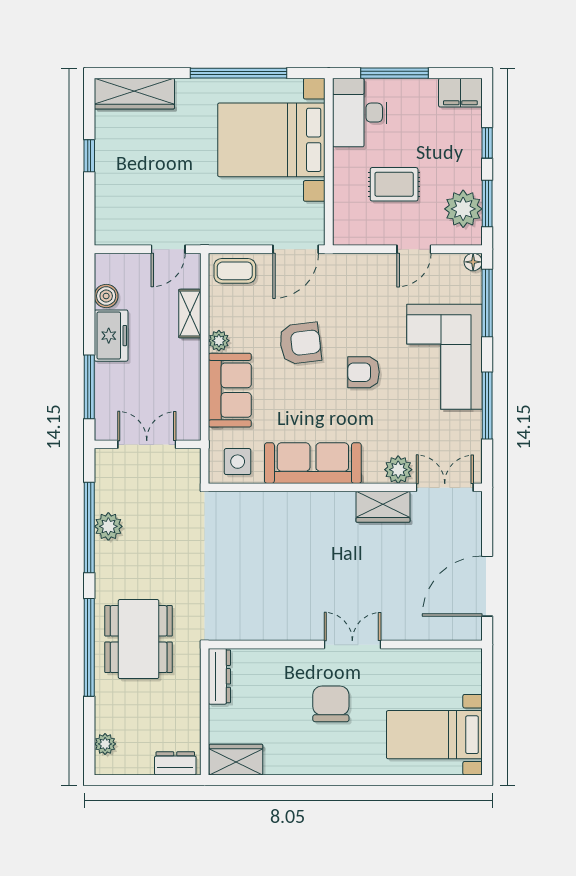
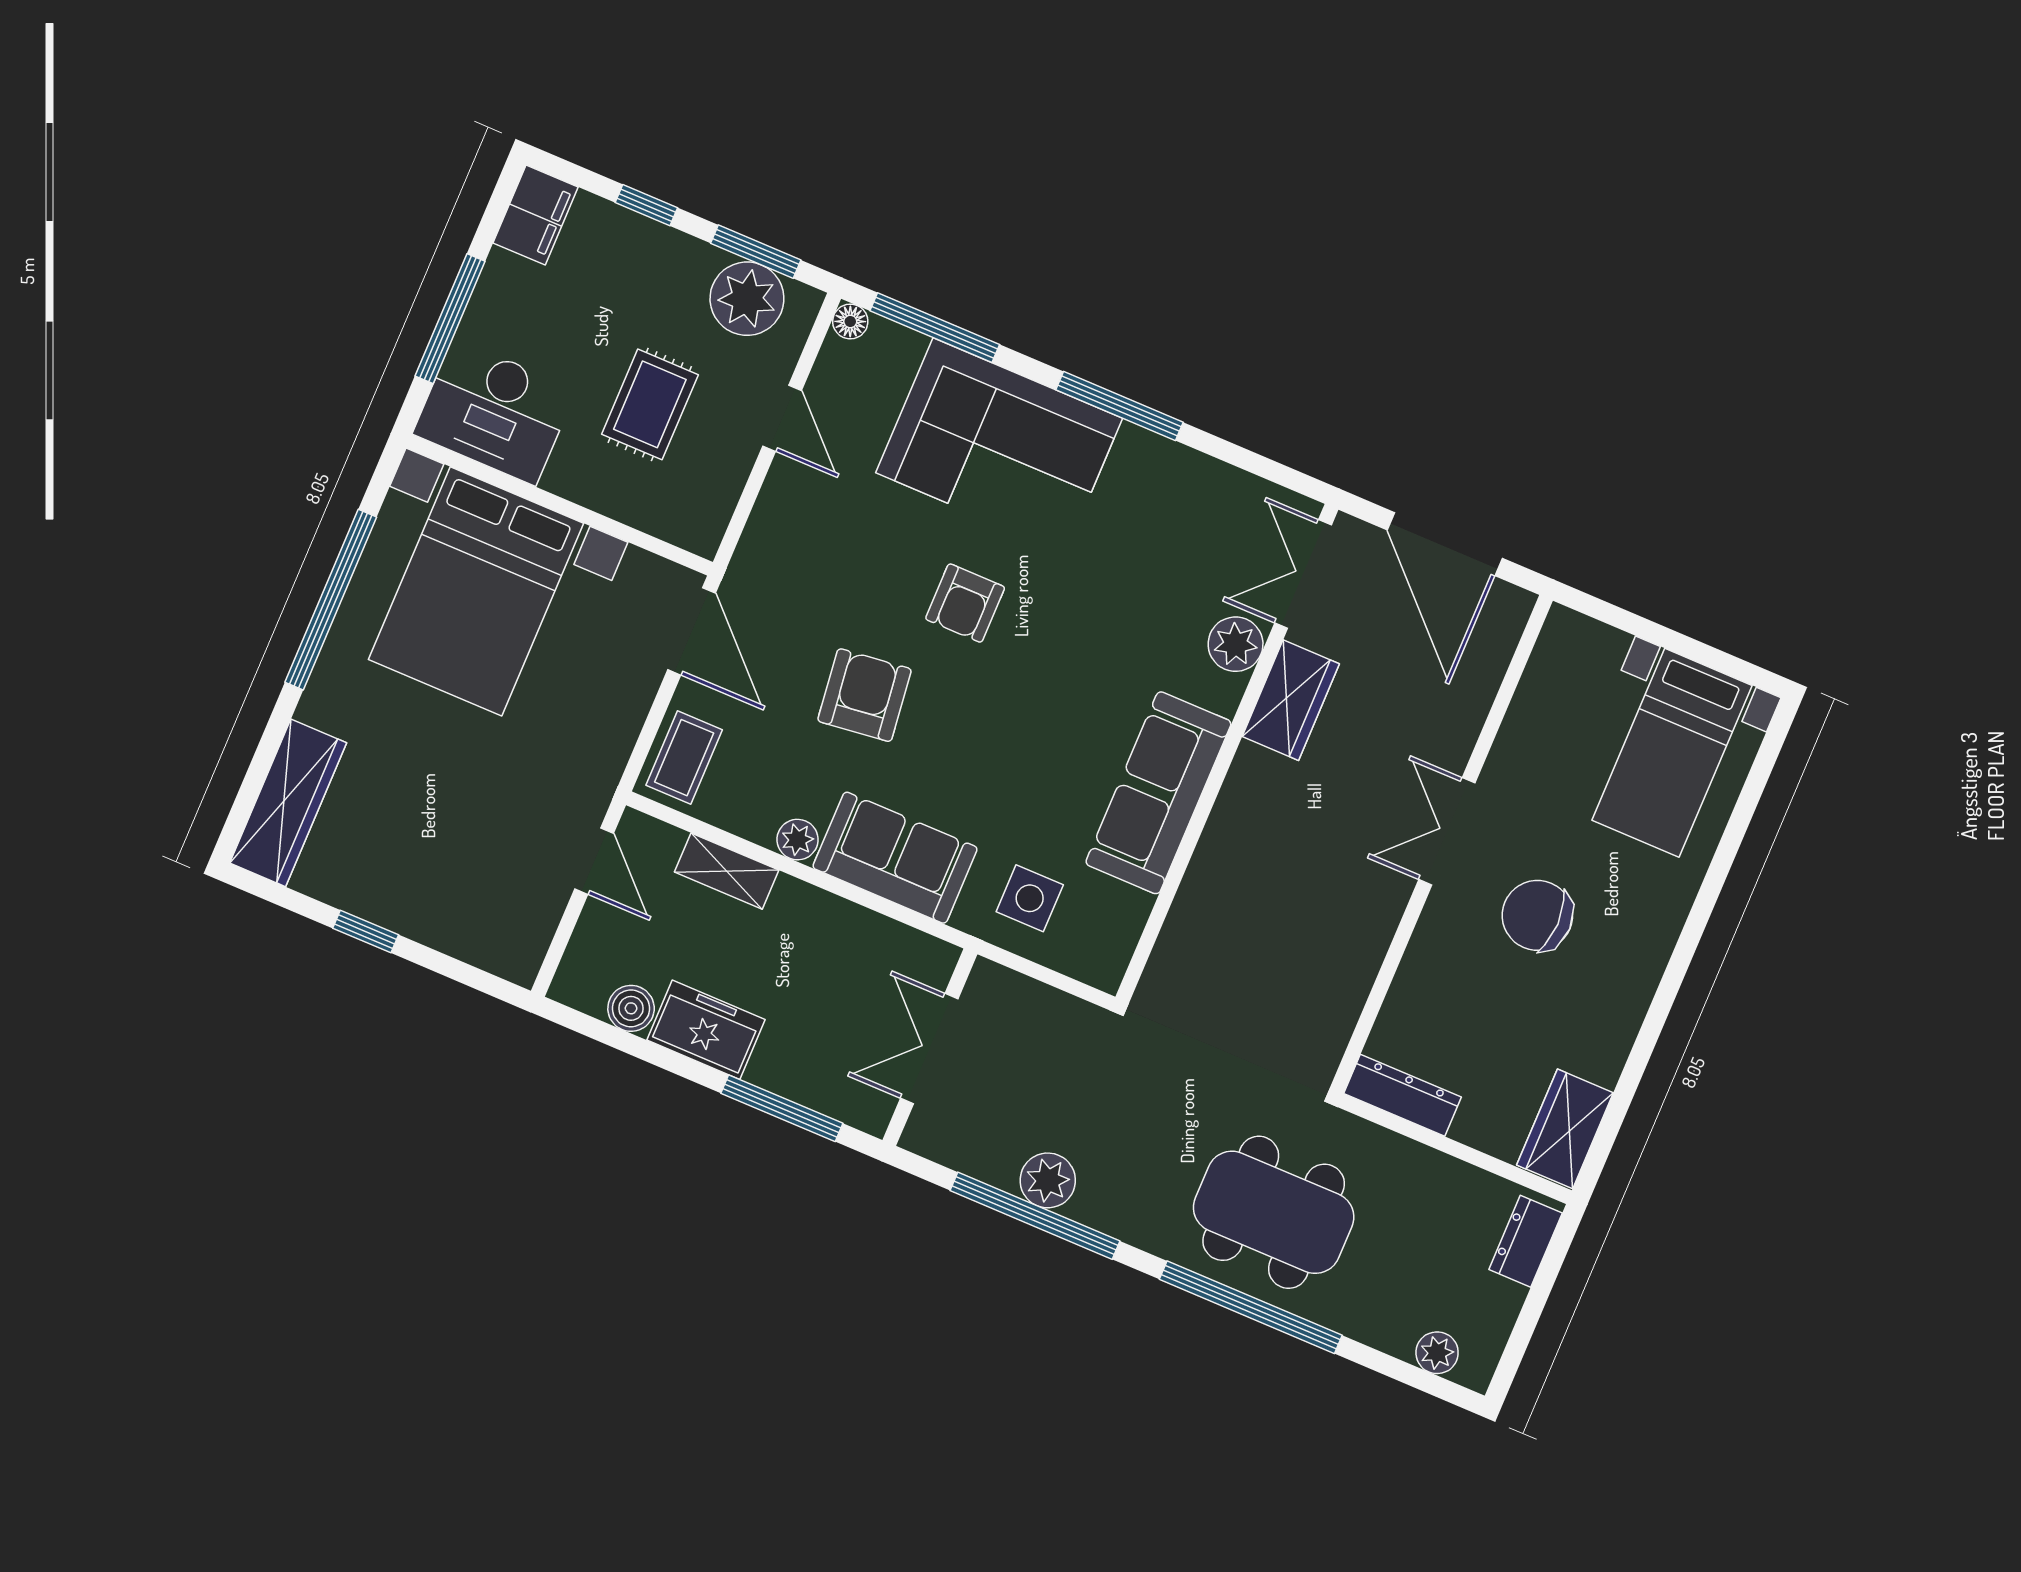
sofa: (313, 463) -> (1158, 793), moved
plant: (398, 470) -> (1236, 644), moved
wall: (345, 487) -> (1227, 753), moved
double door: (445, 487) -> (1303, 574), moved
wardrobe: (383, 507) -> (1291, 700), moved

